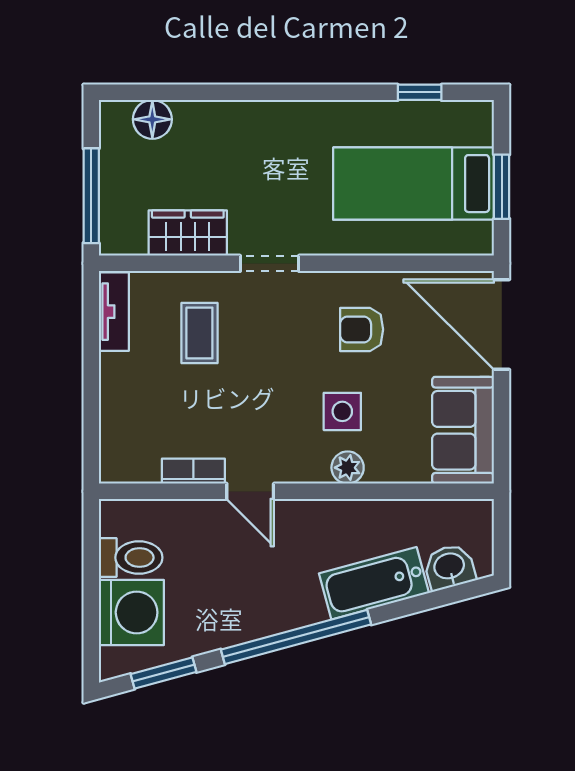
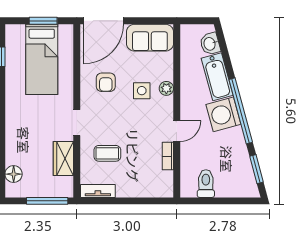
washing machine: (131, 612) -> (223, 114), moved, turned -105

